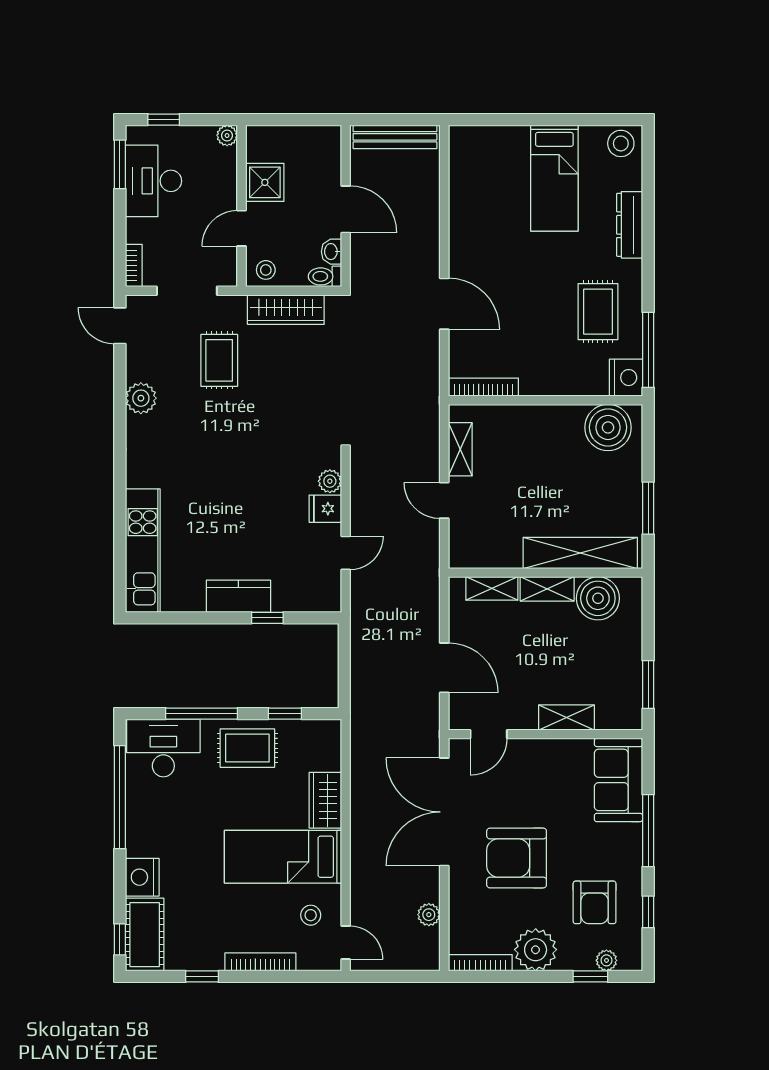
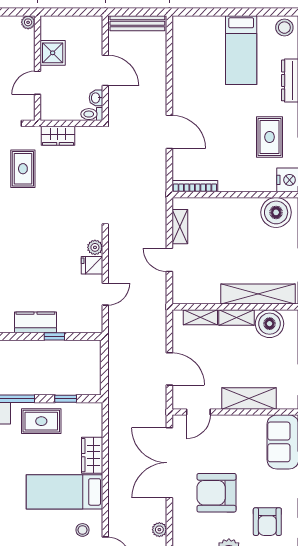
stool: (266, 270) -> (53, 110), removed
wardrobe: (286, 310) -> (58, 136), width x0.67
shelving: (567, 717) -> (249, 399), width x1.50, depth x1.33

